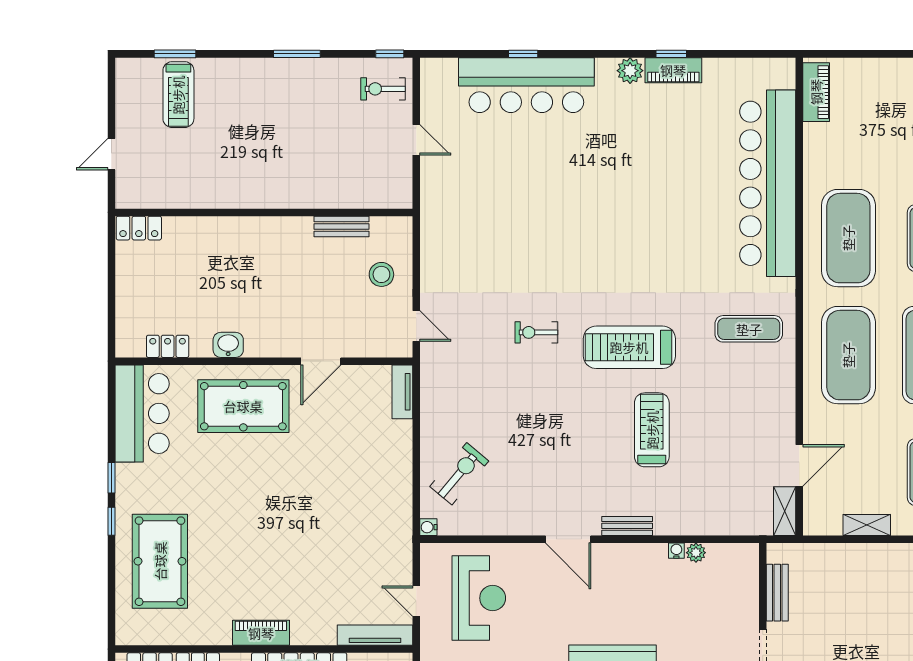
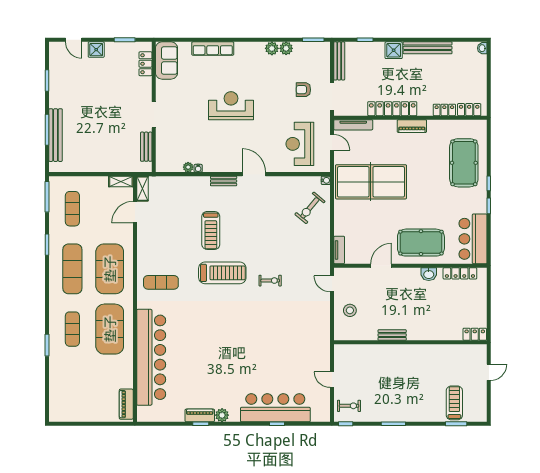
bench: (342, 227) -> (392, 335), moved
locker: (168, 346) -> (460, 273), width x1.53
table tennis table: (340, 524) -> (371, 182), added
shelving: (867, 525) -> (121, 181), moved

